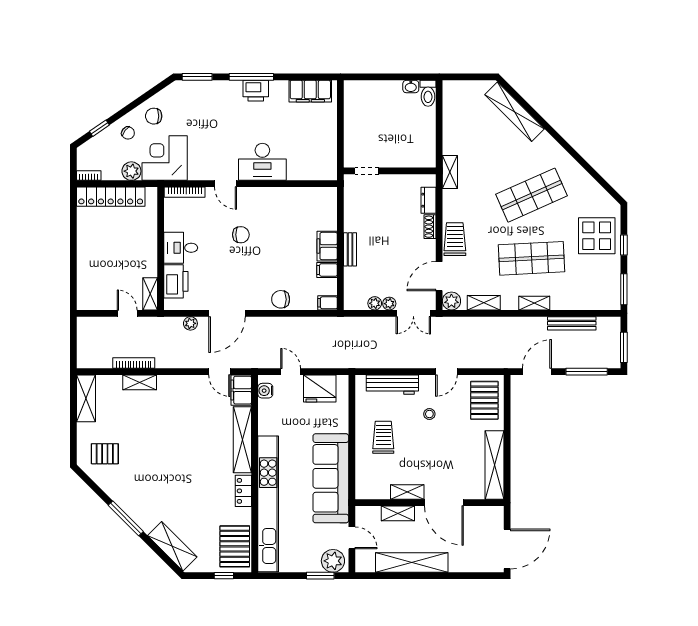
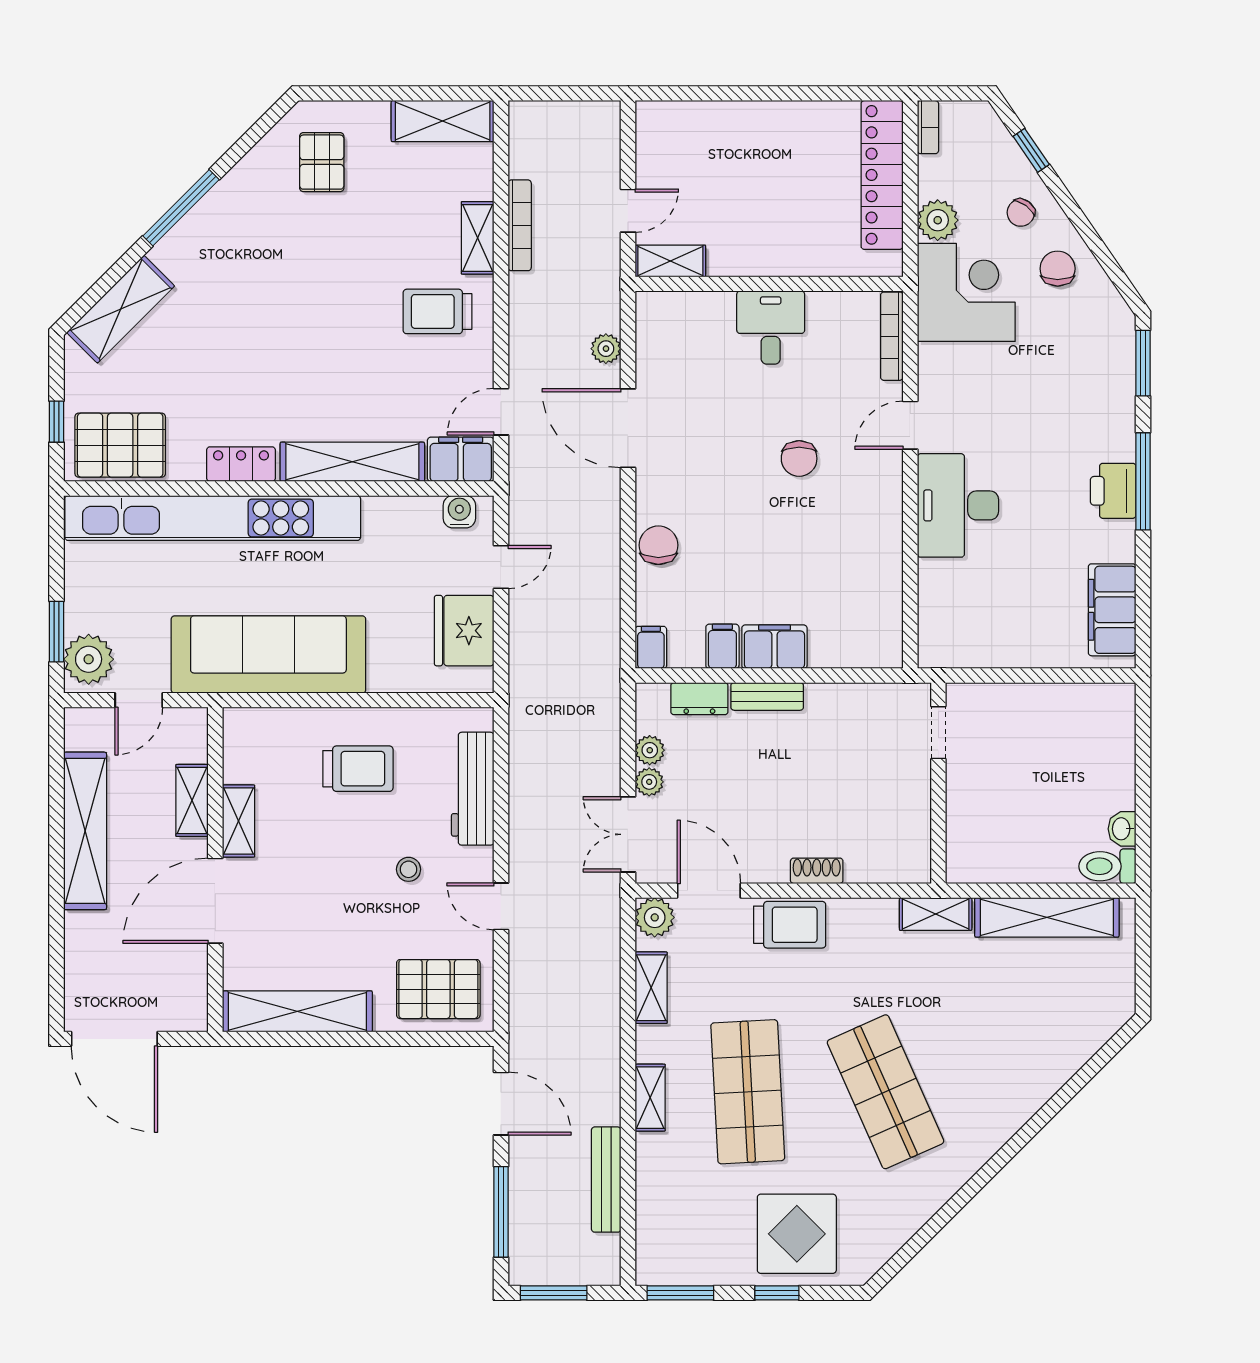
shelving: (515, 112) -> (1047, 917), moved, turned 45
dresser: (429, 200) -> (699, 699), moved, turned 180
printer: (176, 281) -> (698, 317), removed
trolley: (173, 401) -> (438, 311), added

